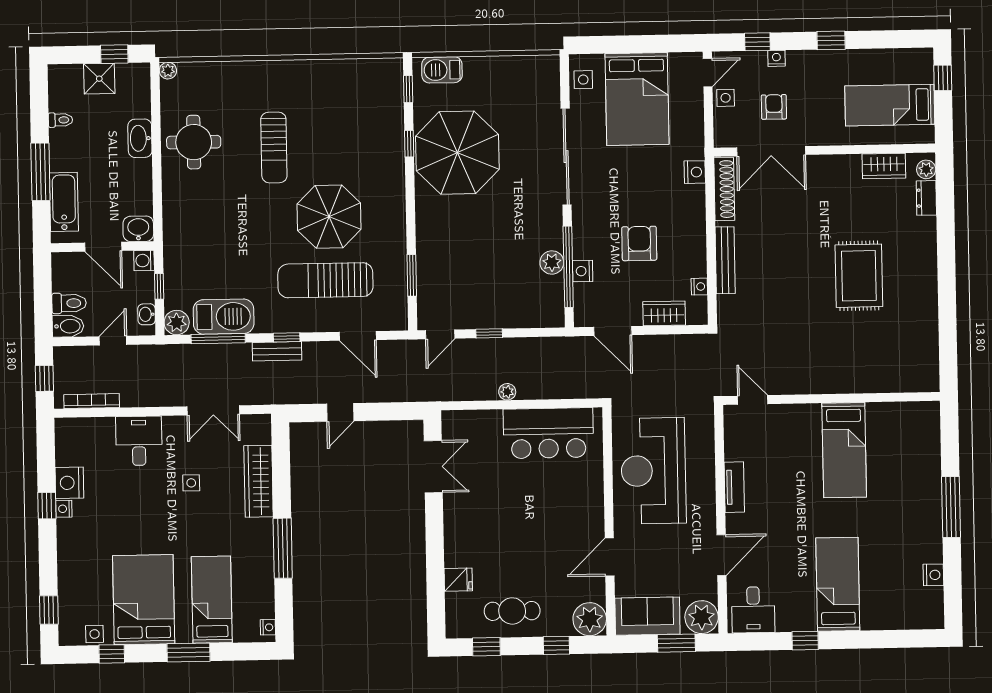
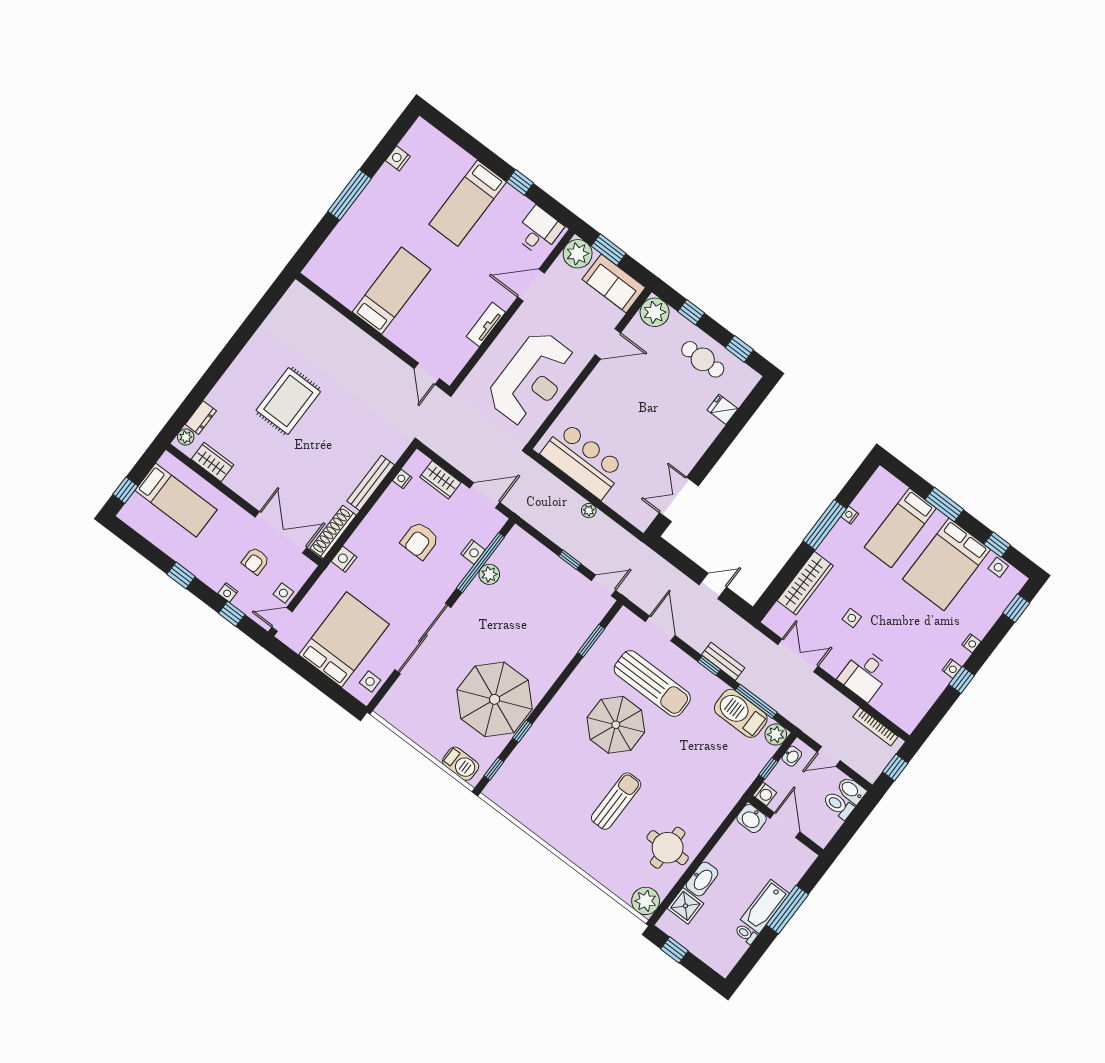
plant: (168, 71) -> (646, 901), width x1.87, depth x1.87
shower: (99, 79) -> (685, 906), moved
bathtub: (64, 202) -> (765, 907), moved
door: (613, 331) -> (485, 495), hinge flipped
nightstand: (69, 483) -> (971, 643), moved, width x0.53, depth x0.56
nightstand: (268, 627) -> (850, 515), moved

